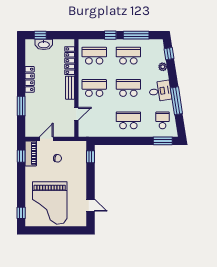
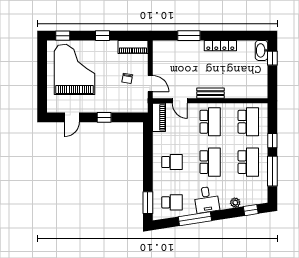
washbasin: (44, 44) -> (262, 50), moved
locker: (70, 61) -> (242, 93), removed
school desk: (128, 120) -> (172, 162), width x0.54
piano: (90, 131) -> (159, 117), added
door: (46, 139) -> (150, 84), moved
window: (21, 156) -> (103, 36), moved
window: (91, 157) -> (104, 117), moved
grand piano: (50, 203) -> (75, 69), turned 90

